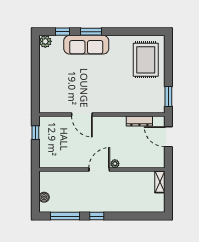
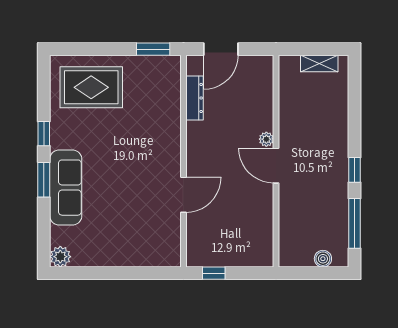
window: (63, 32) -> (44, 134), moved
shelving: (160, 182) -> (319, 63), moved

